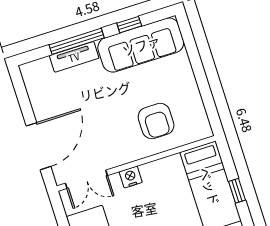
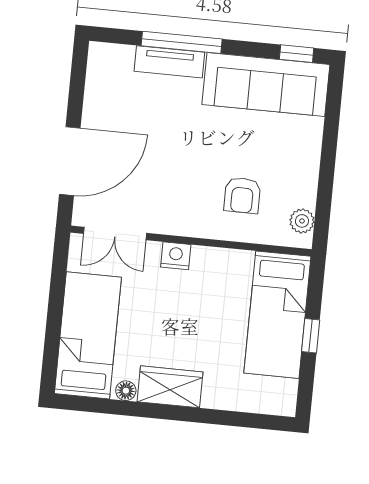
window: (129, 25) -> (297, 54), moved
armchair: (156, 121) -> (242, 195), width x0.72, depth x0.72
plant: (200, 121) -> (302, 221), added

